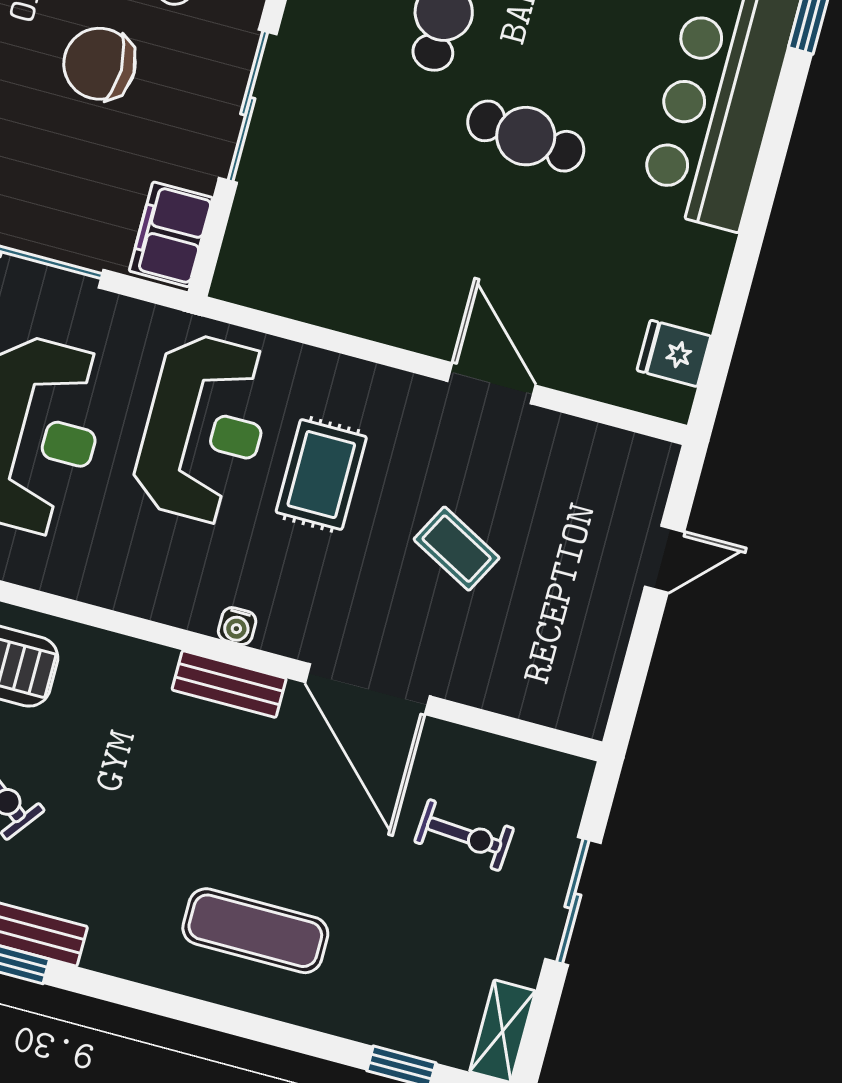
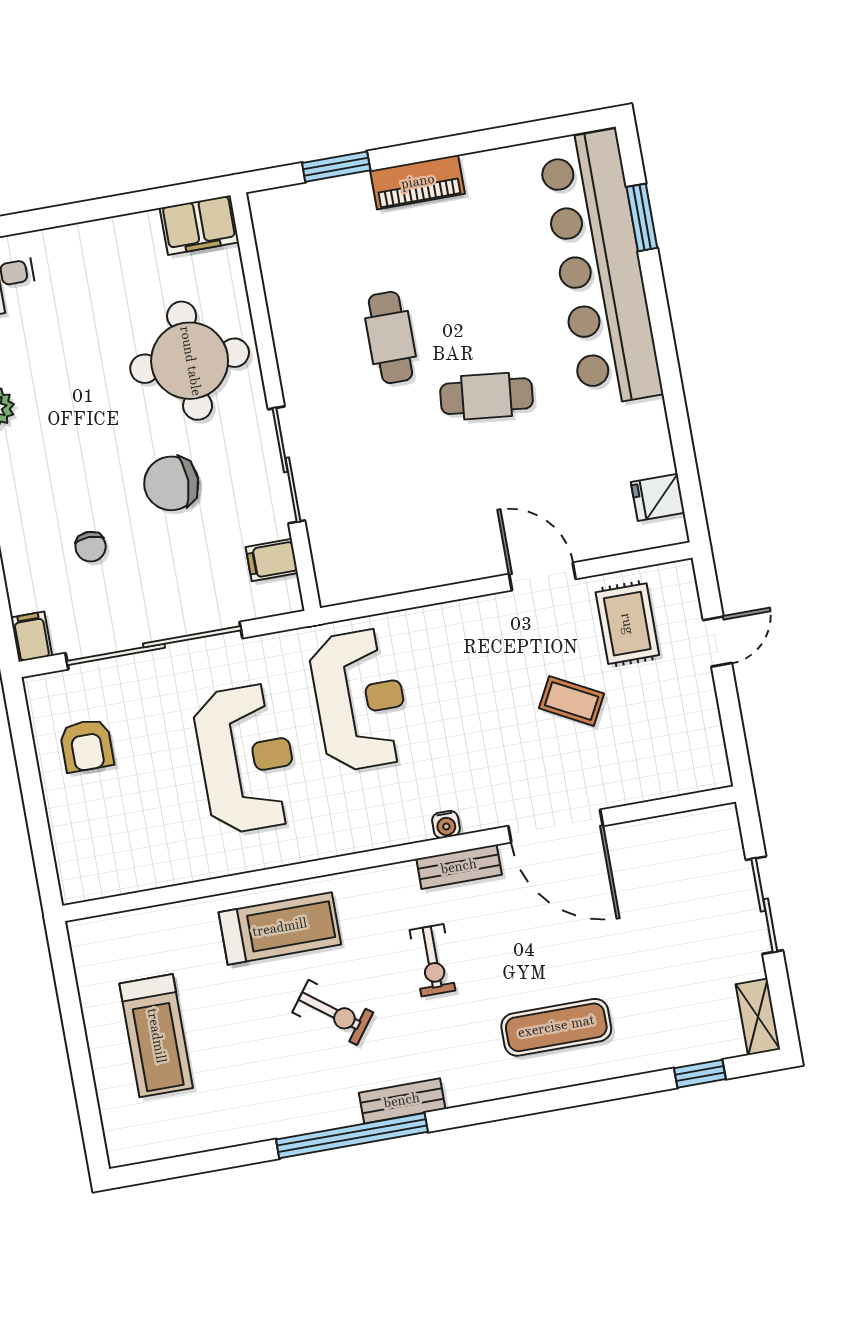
filing cabinet: (171, 234) -> (272, 560), width x0.50
rug: (321, 475) -> (627, 624), moved
exercise bike: (464, 835) -> (432, 960), moved, turned 86

